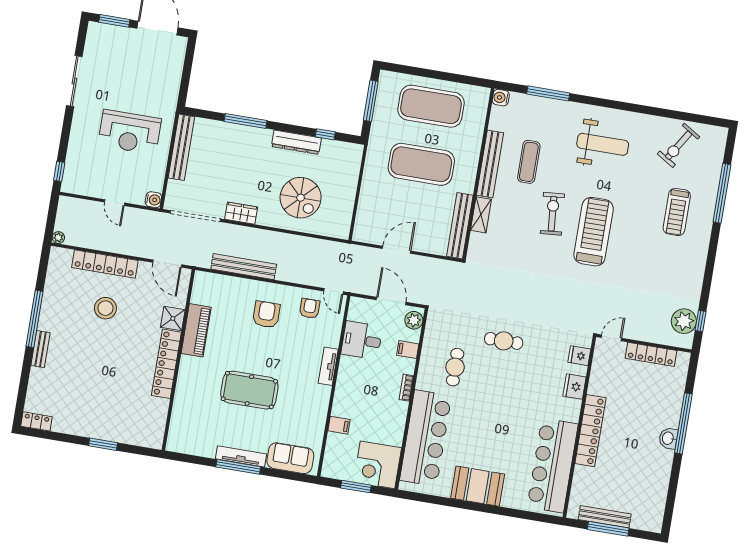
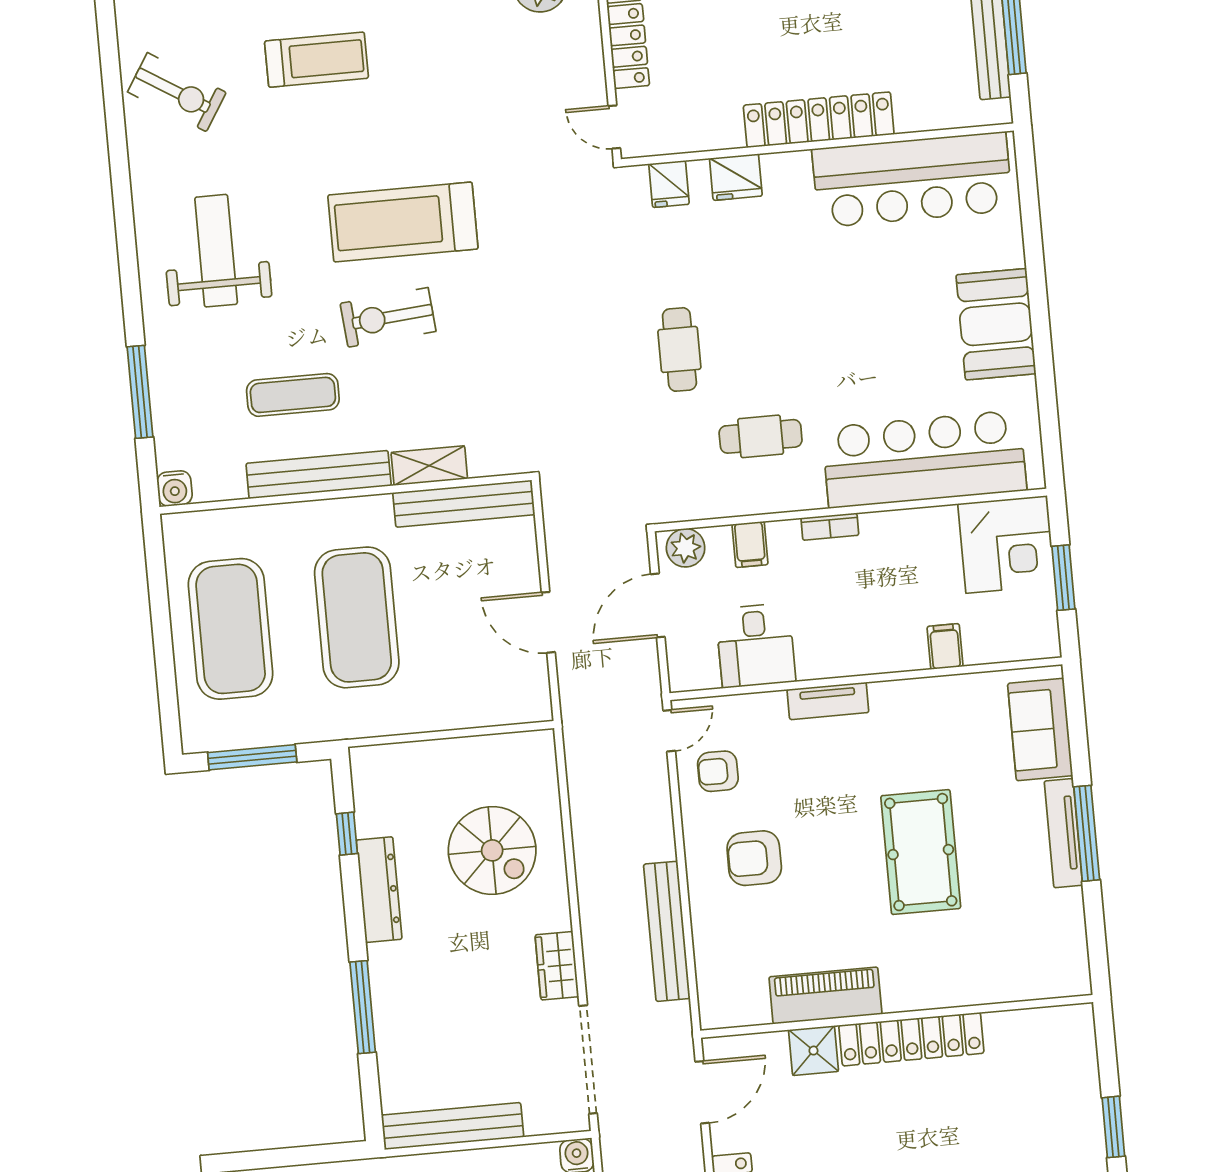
spiral stairs: (301, 198) -> (492, 850), turned 90

